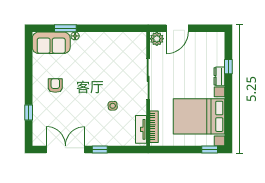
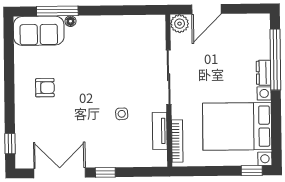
window: (65, 28) -> (57, 11), width x1.44
window: (228, 67) -> (275, 60), width x3.17
armchair: (55, 86) -> (45, 88), turned 90
window: (29, 112) -> (10, 144), moved
tv unit: (141, 129) -> (160, 131), moved

